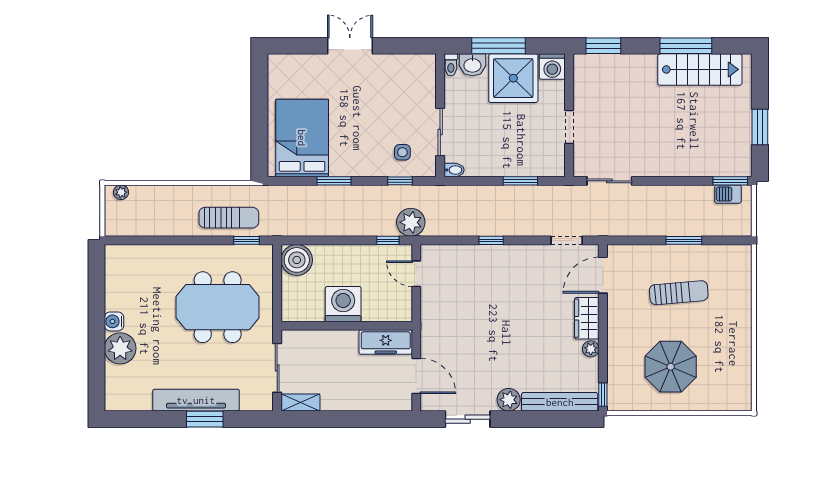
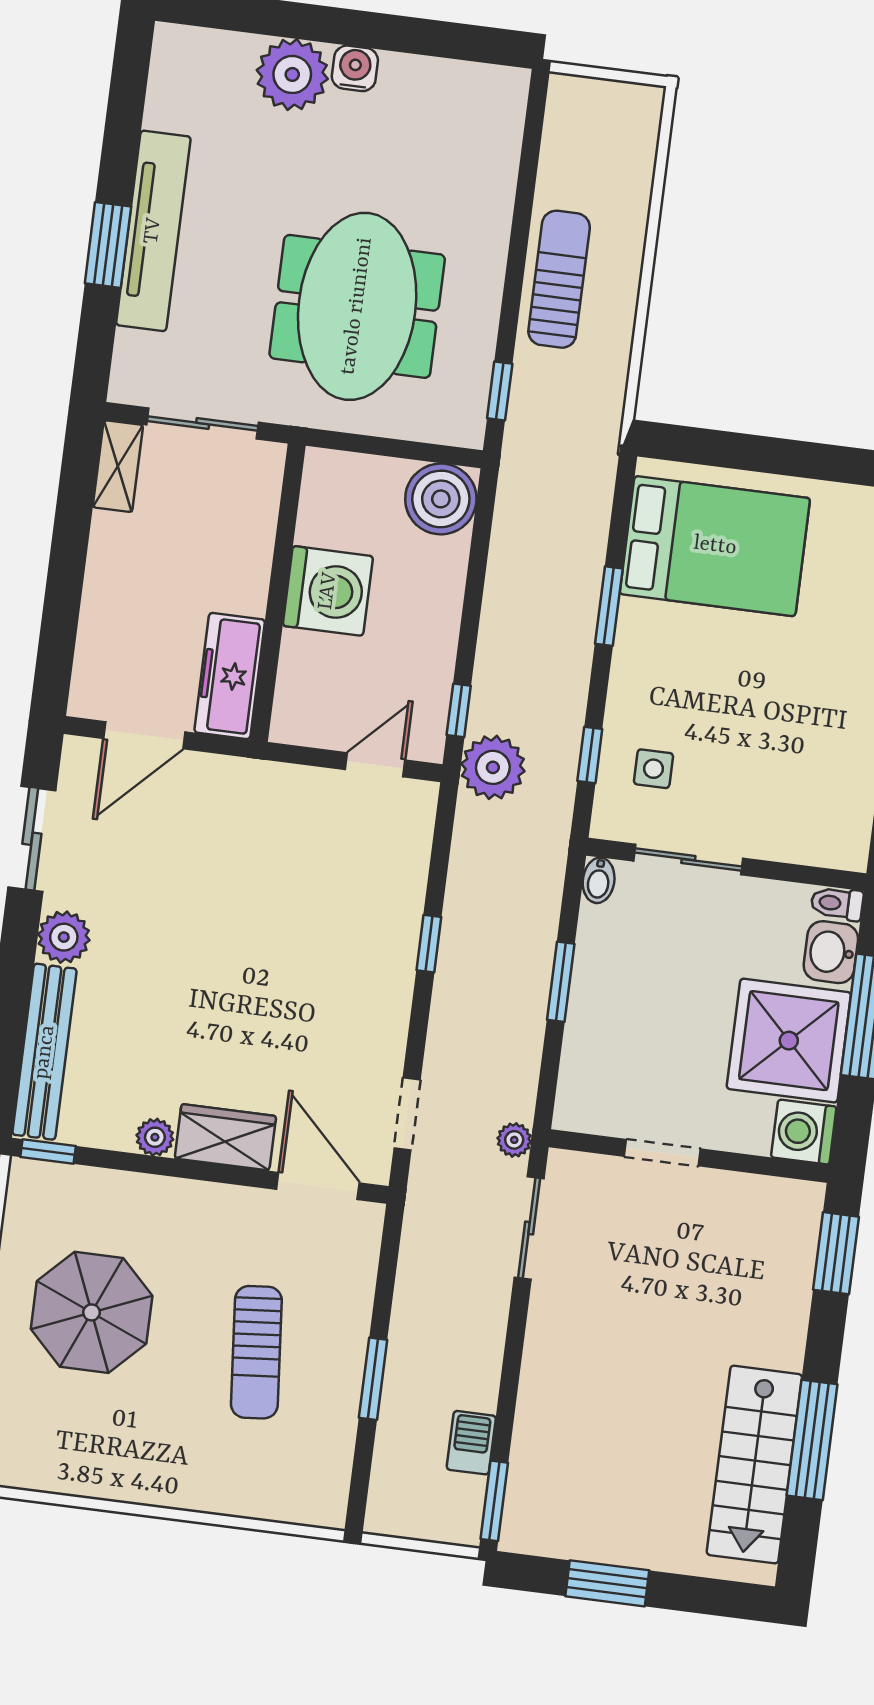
window: (520, 181) -> (561, 982), moved
plant: (121, 192) -> (514, 1140), moved
barbecue: (728, 194) -> (471, 1443), moved
sun lounger: (229, 218) -> (559, 279), moved, turned 180

